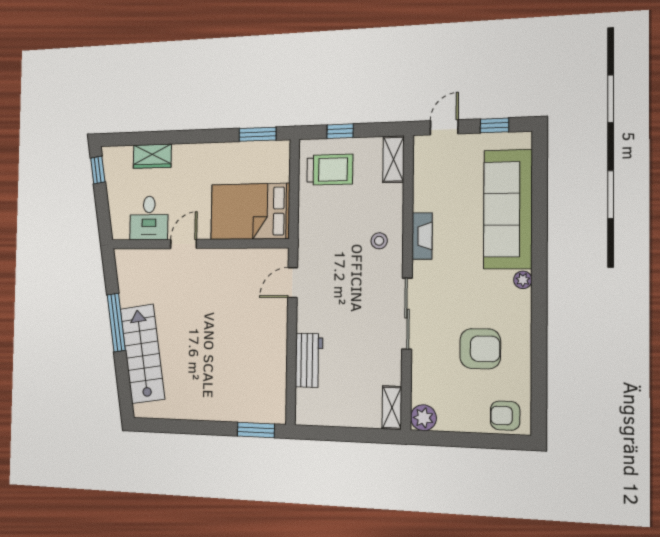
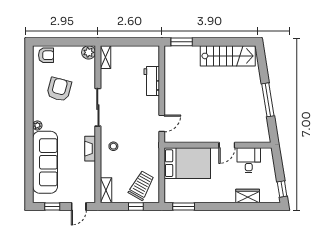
trolley: (330, 170) -> (141, 186), turned 119
armchair: (480, 349) -> (59, 89), turned 105
stairs: (142, 354) -> (228, 56), moved, turned -81

